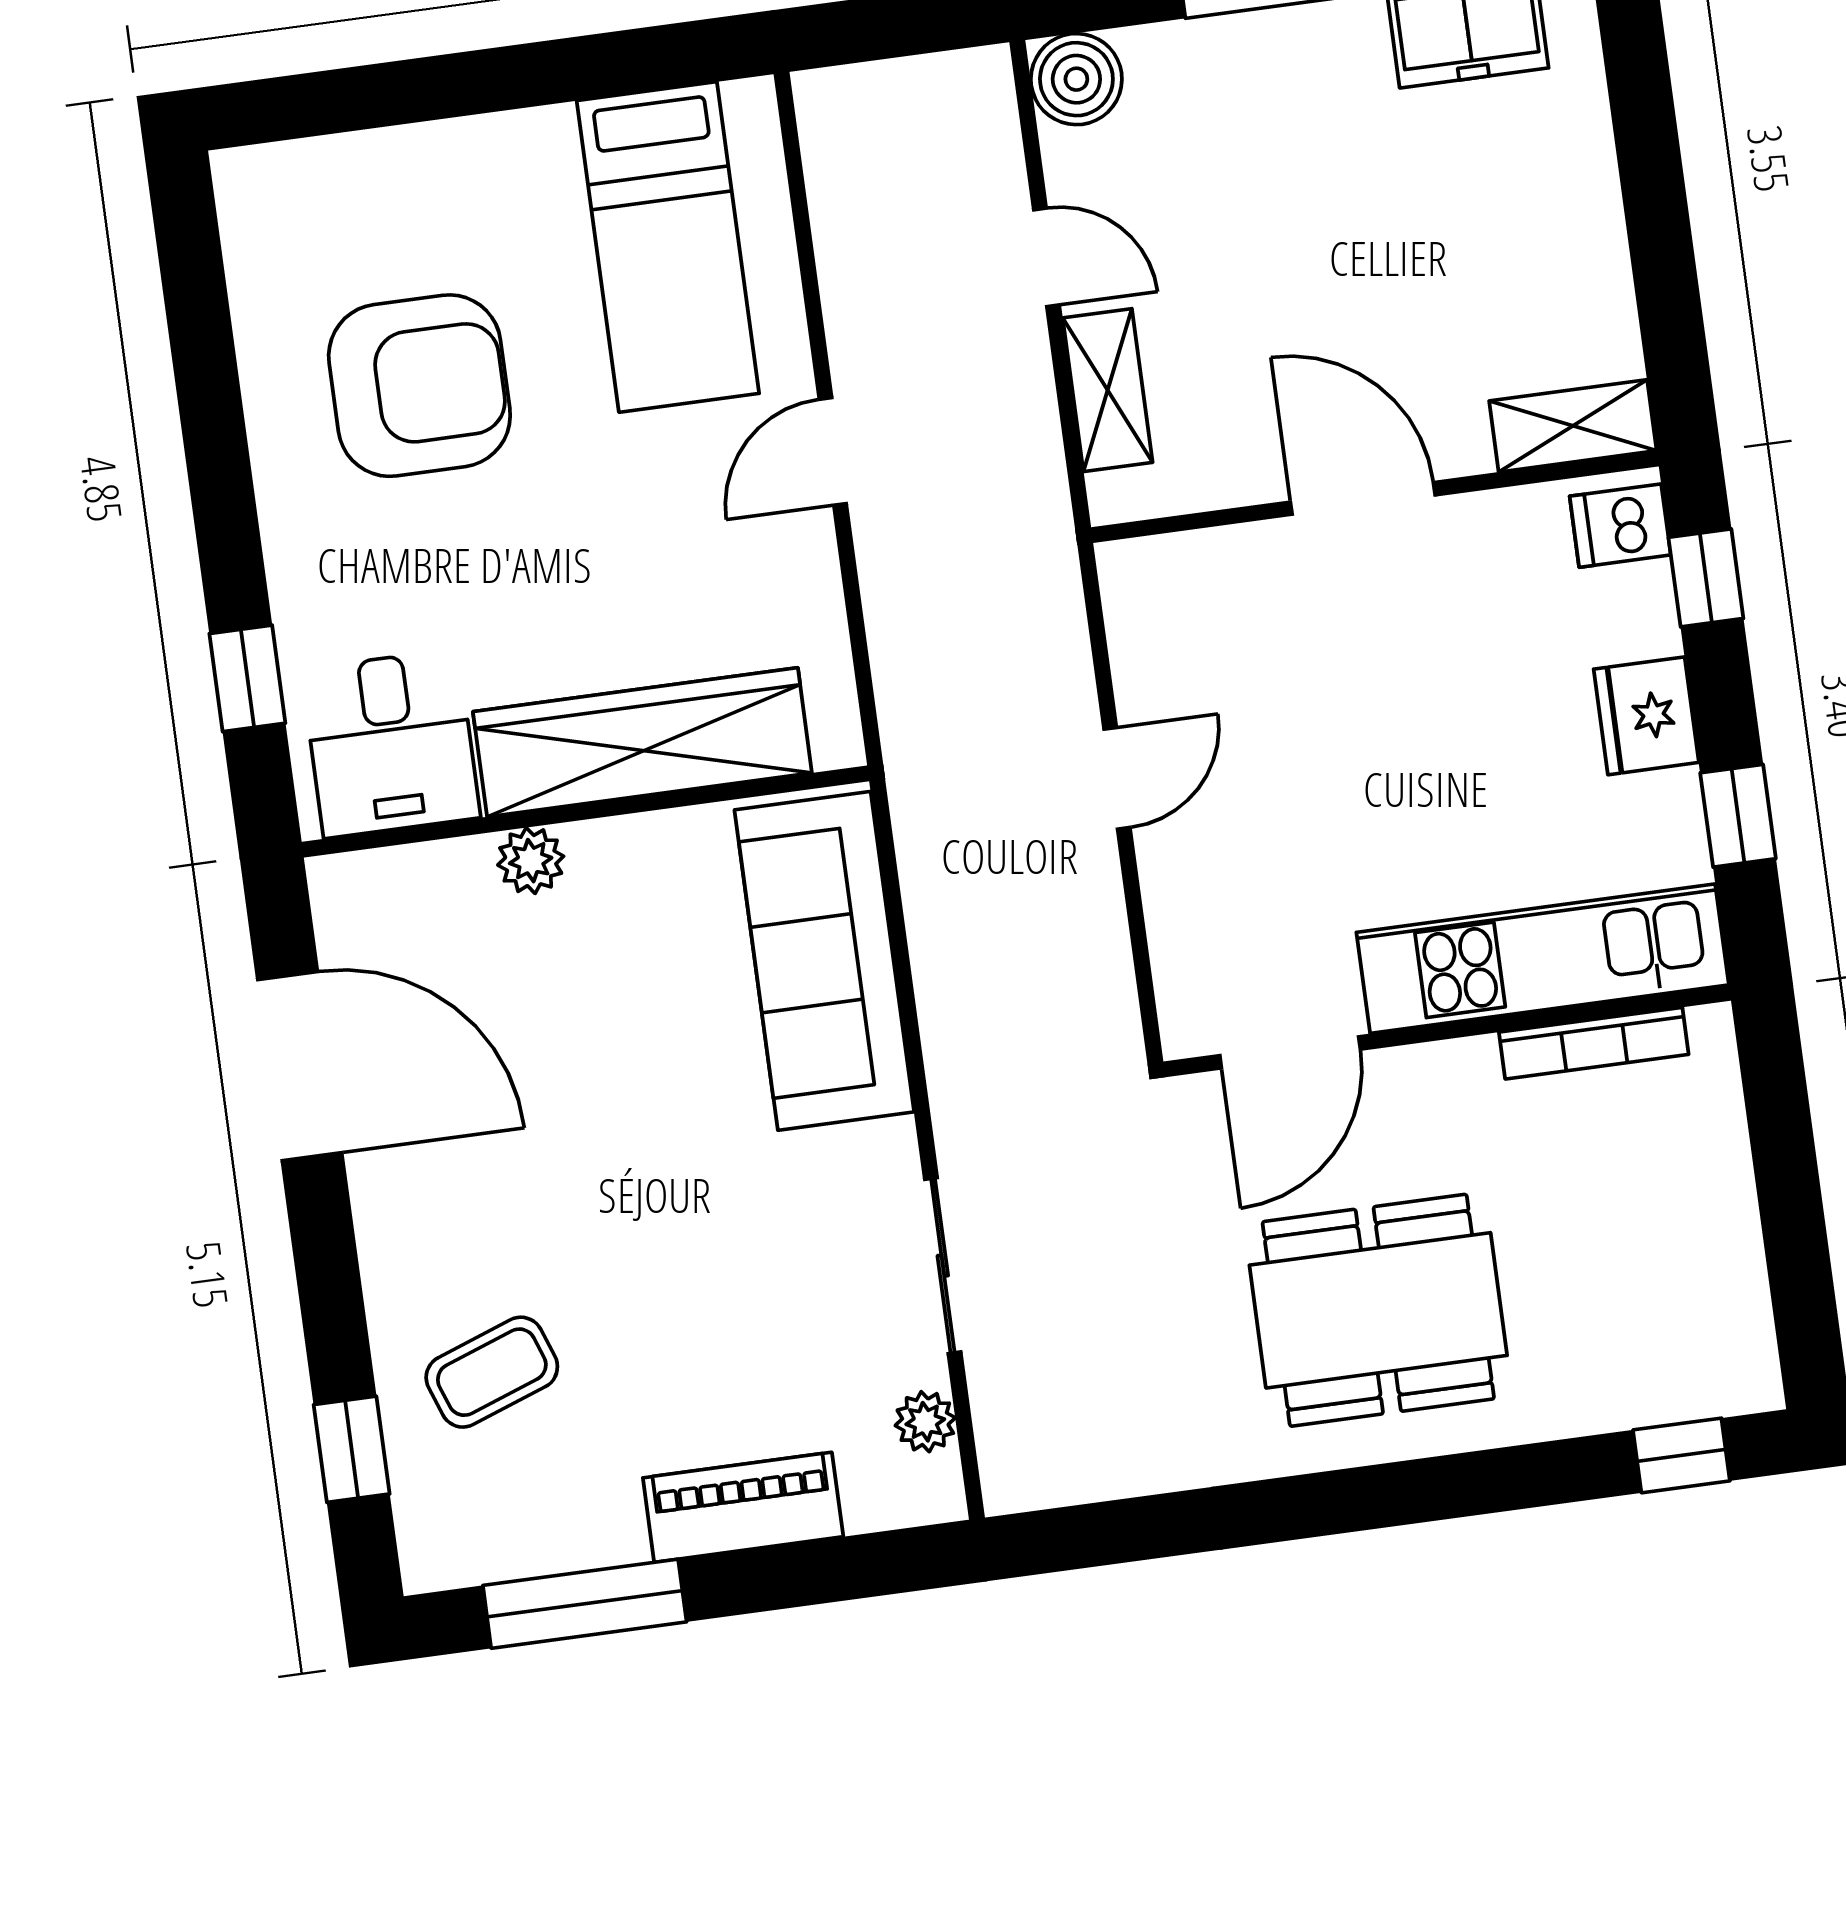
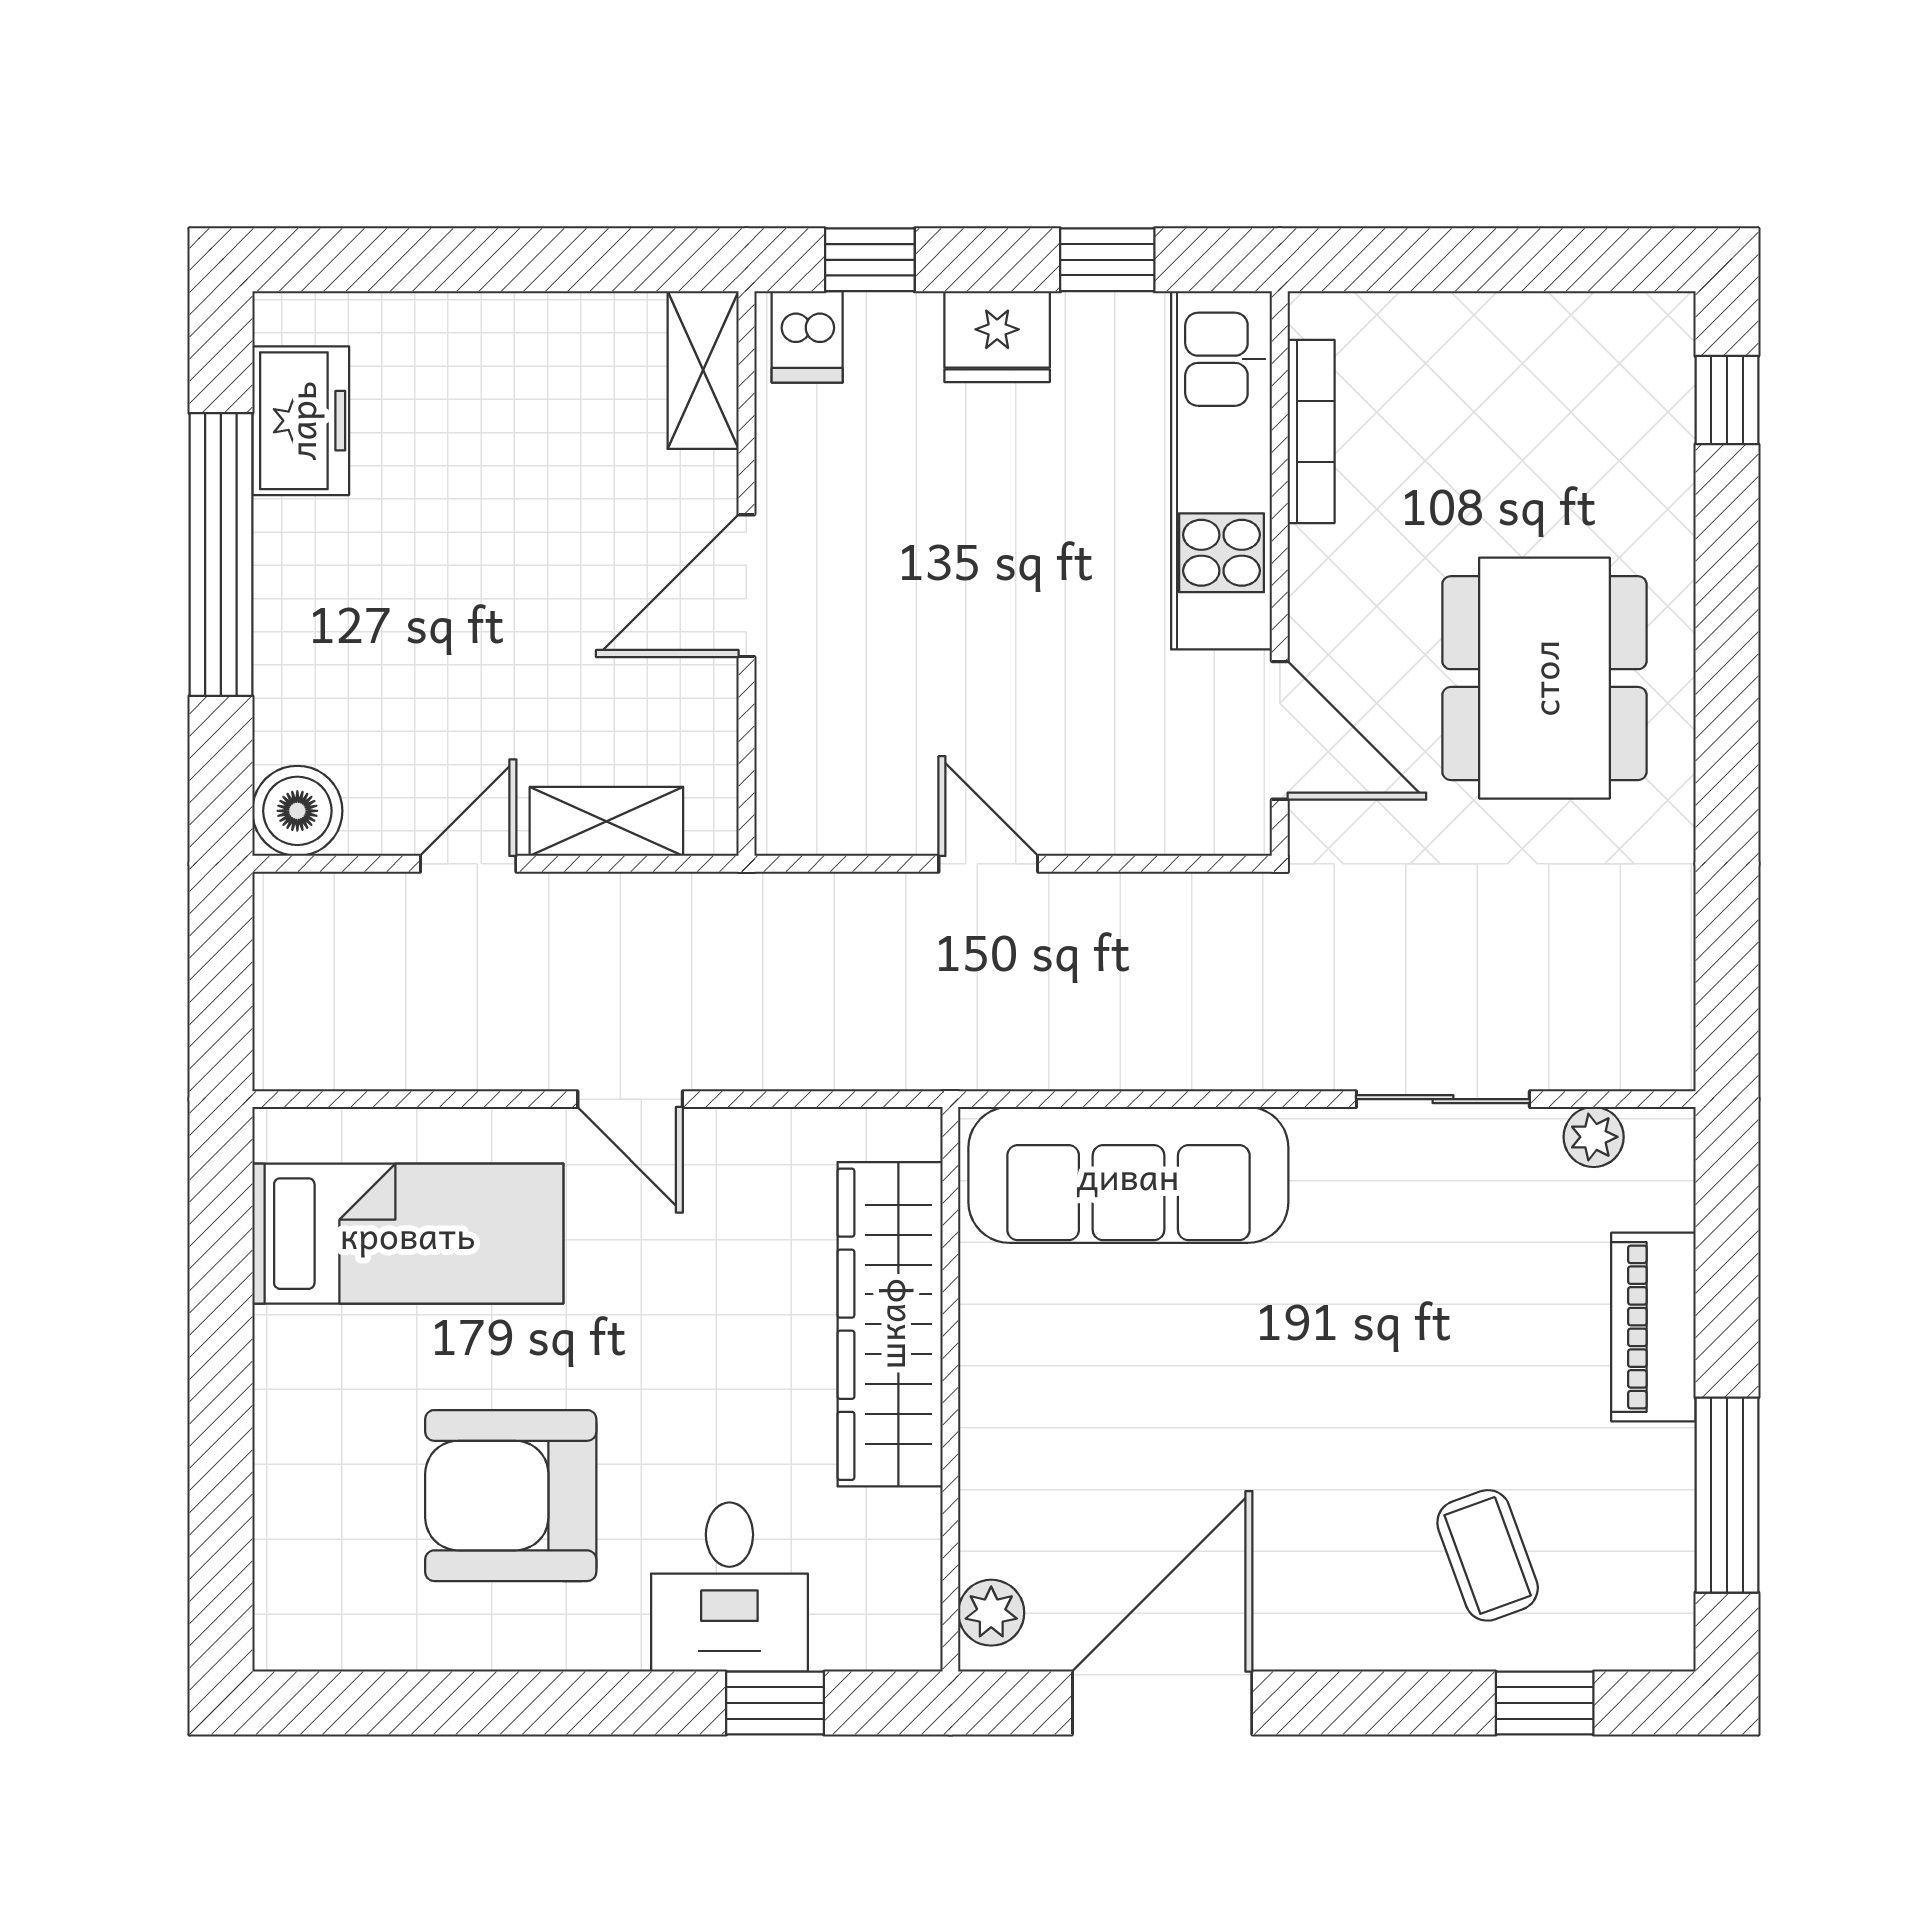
armchair: (419, 386) -> (511, 1496), turned -90
desk: (391, 744) -> (729, 1587), moved, turned 90
plant: (531, 861) -> (991, 1613), moved

